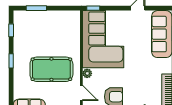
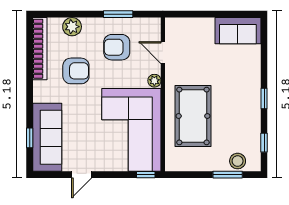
stool: (29, 18) -> (238, 161), added
pool table: (51, 69) -> (193, 116), moved, turned 90
armchair: (142, 80) -> (76, 71), added

